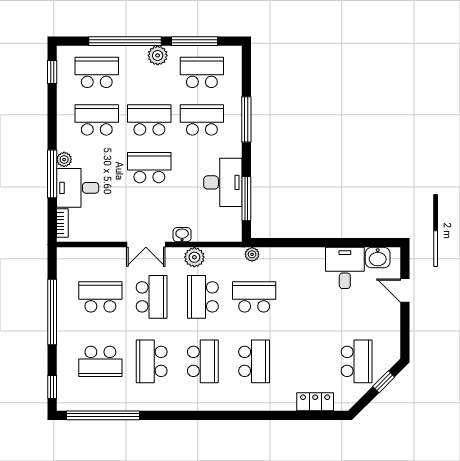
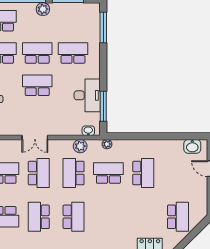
school desk: (202, 72) -> (73, 21), removed
window: (246, 119) -> (103, 27), moved
washbasin: (182, 235) -> (88, 131), moved
plant: (194, 257) -> (80, 146), moved
desk: (345, 268) -> (170, 153), removed
school desk: (254, 361) -> (143, 173), moved
window: (384, 382) -> (196, 231), removed

